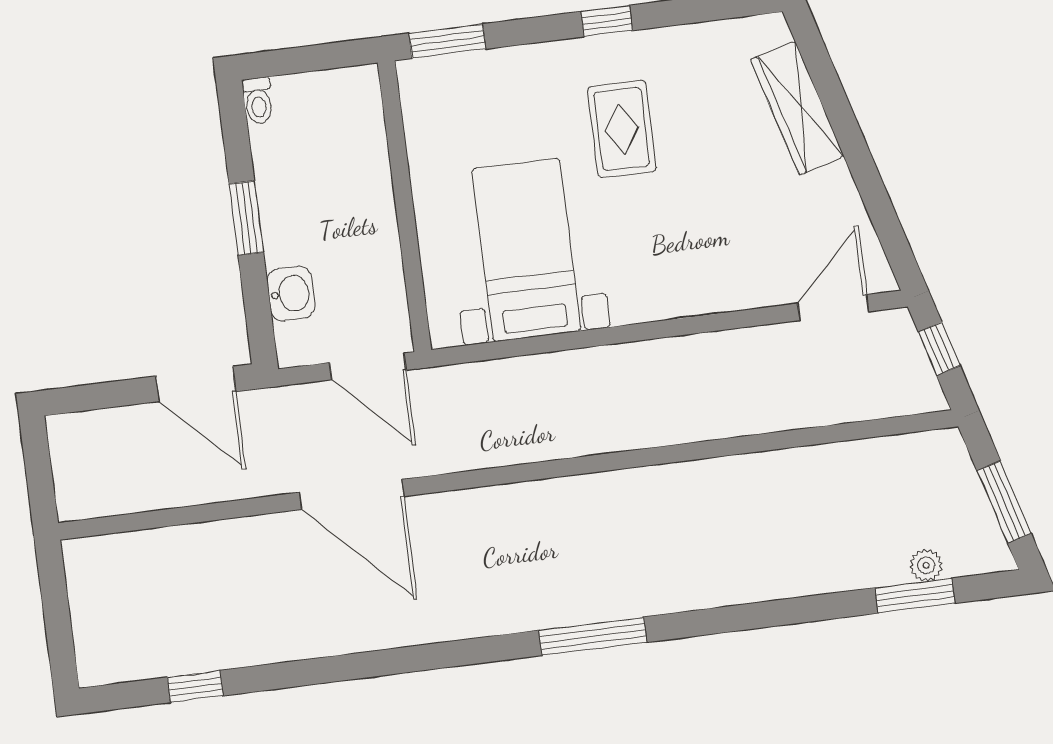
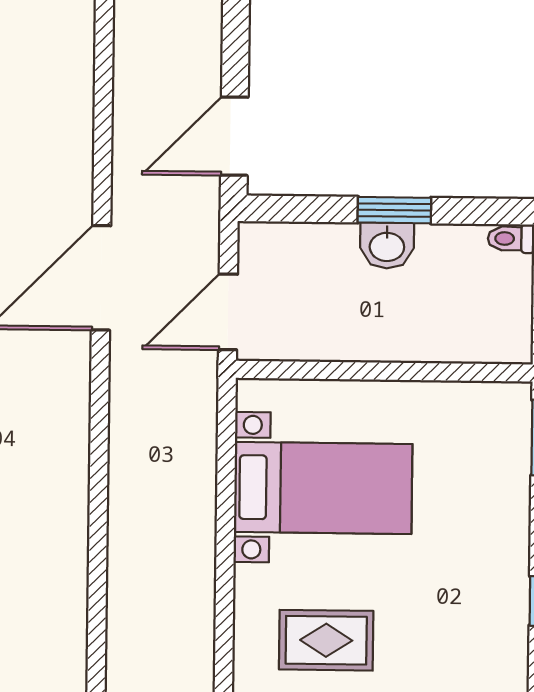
rug: (622, 129) -> (326, 640), moved
washbasin: (291, 293) -> (387, 246), moved

